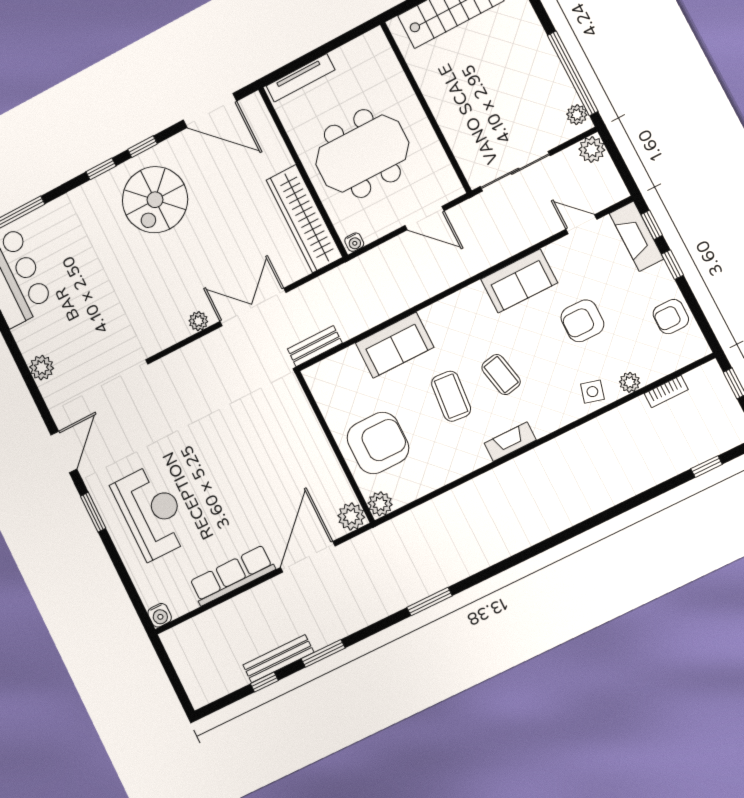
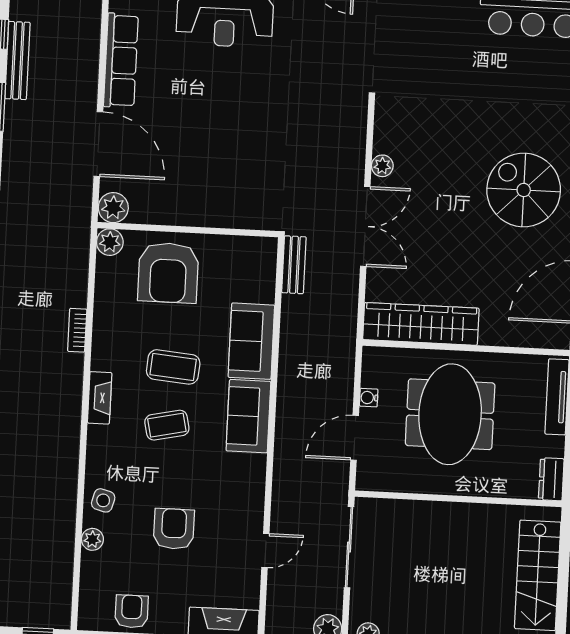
dresser: (368, 43) -> (551, 479), added
door: (581, 224) -> (265, 551), moved
water cooler: (354, 242) -> (369, 398), moved
sofa: (519, 281) -> (248, 416), moved
bookcase: (666, 392) -> (77, 330), moved

